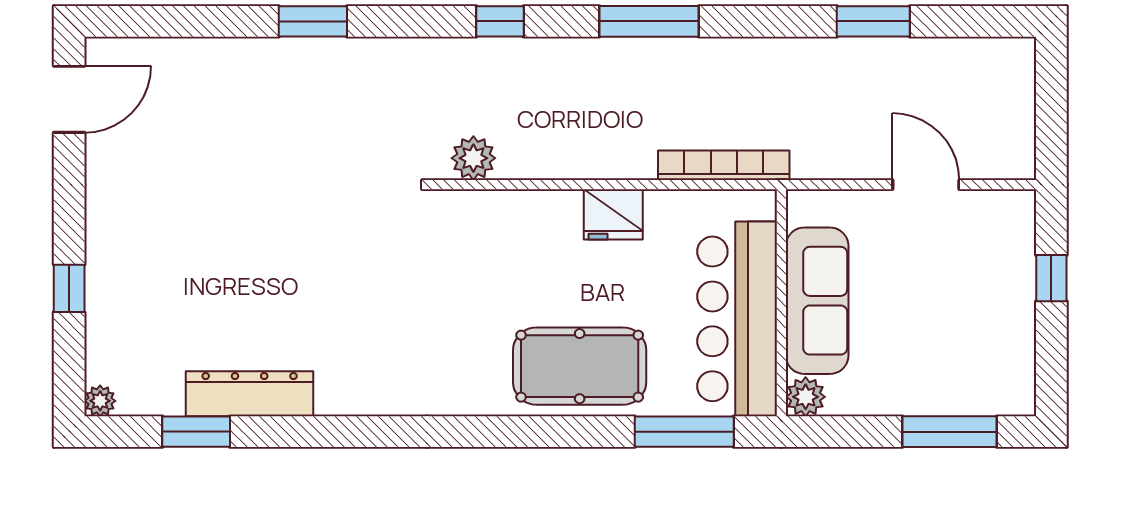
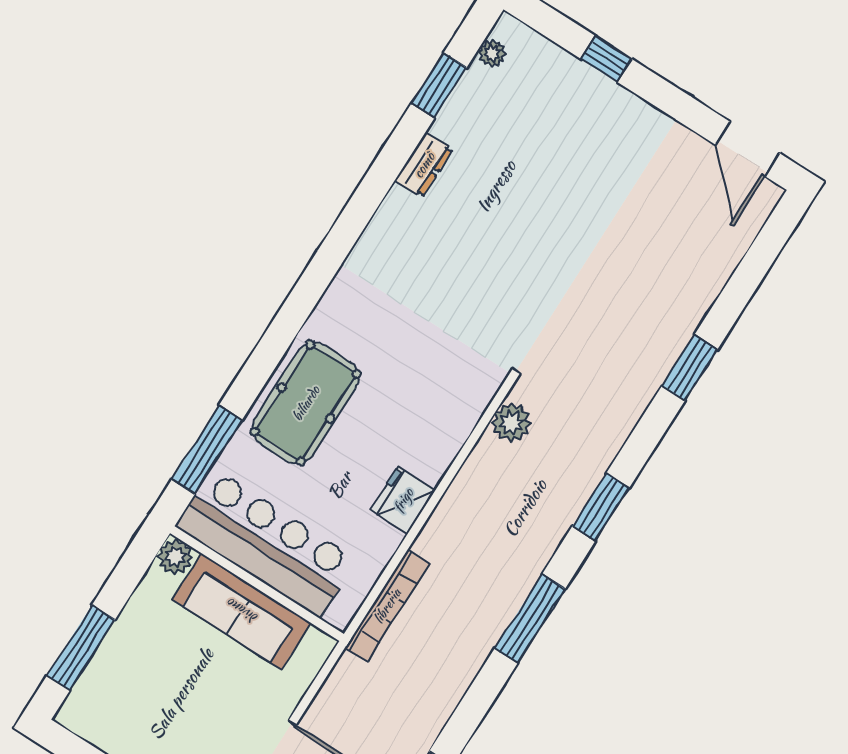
window: (500, 21) -> (601, 507), width x1.50
dresser: (250, 394) -> (424, 165), width x0.51, depth x0.80
plant: (100, 401) -> (492, 53), moved

